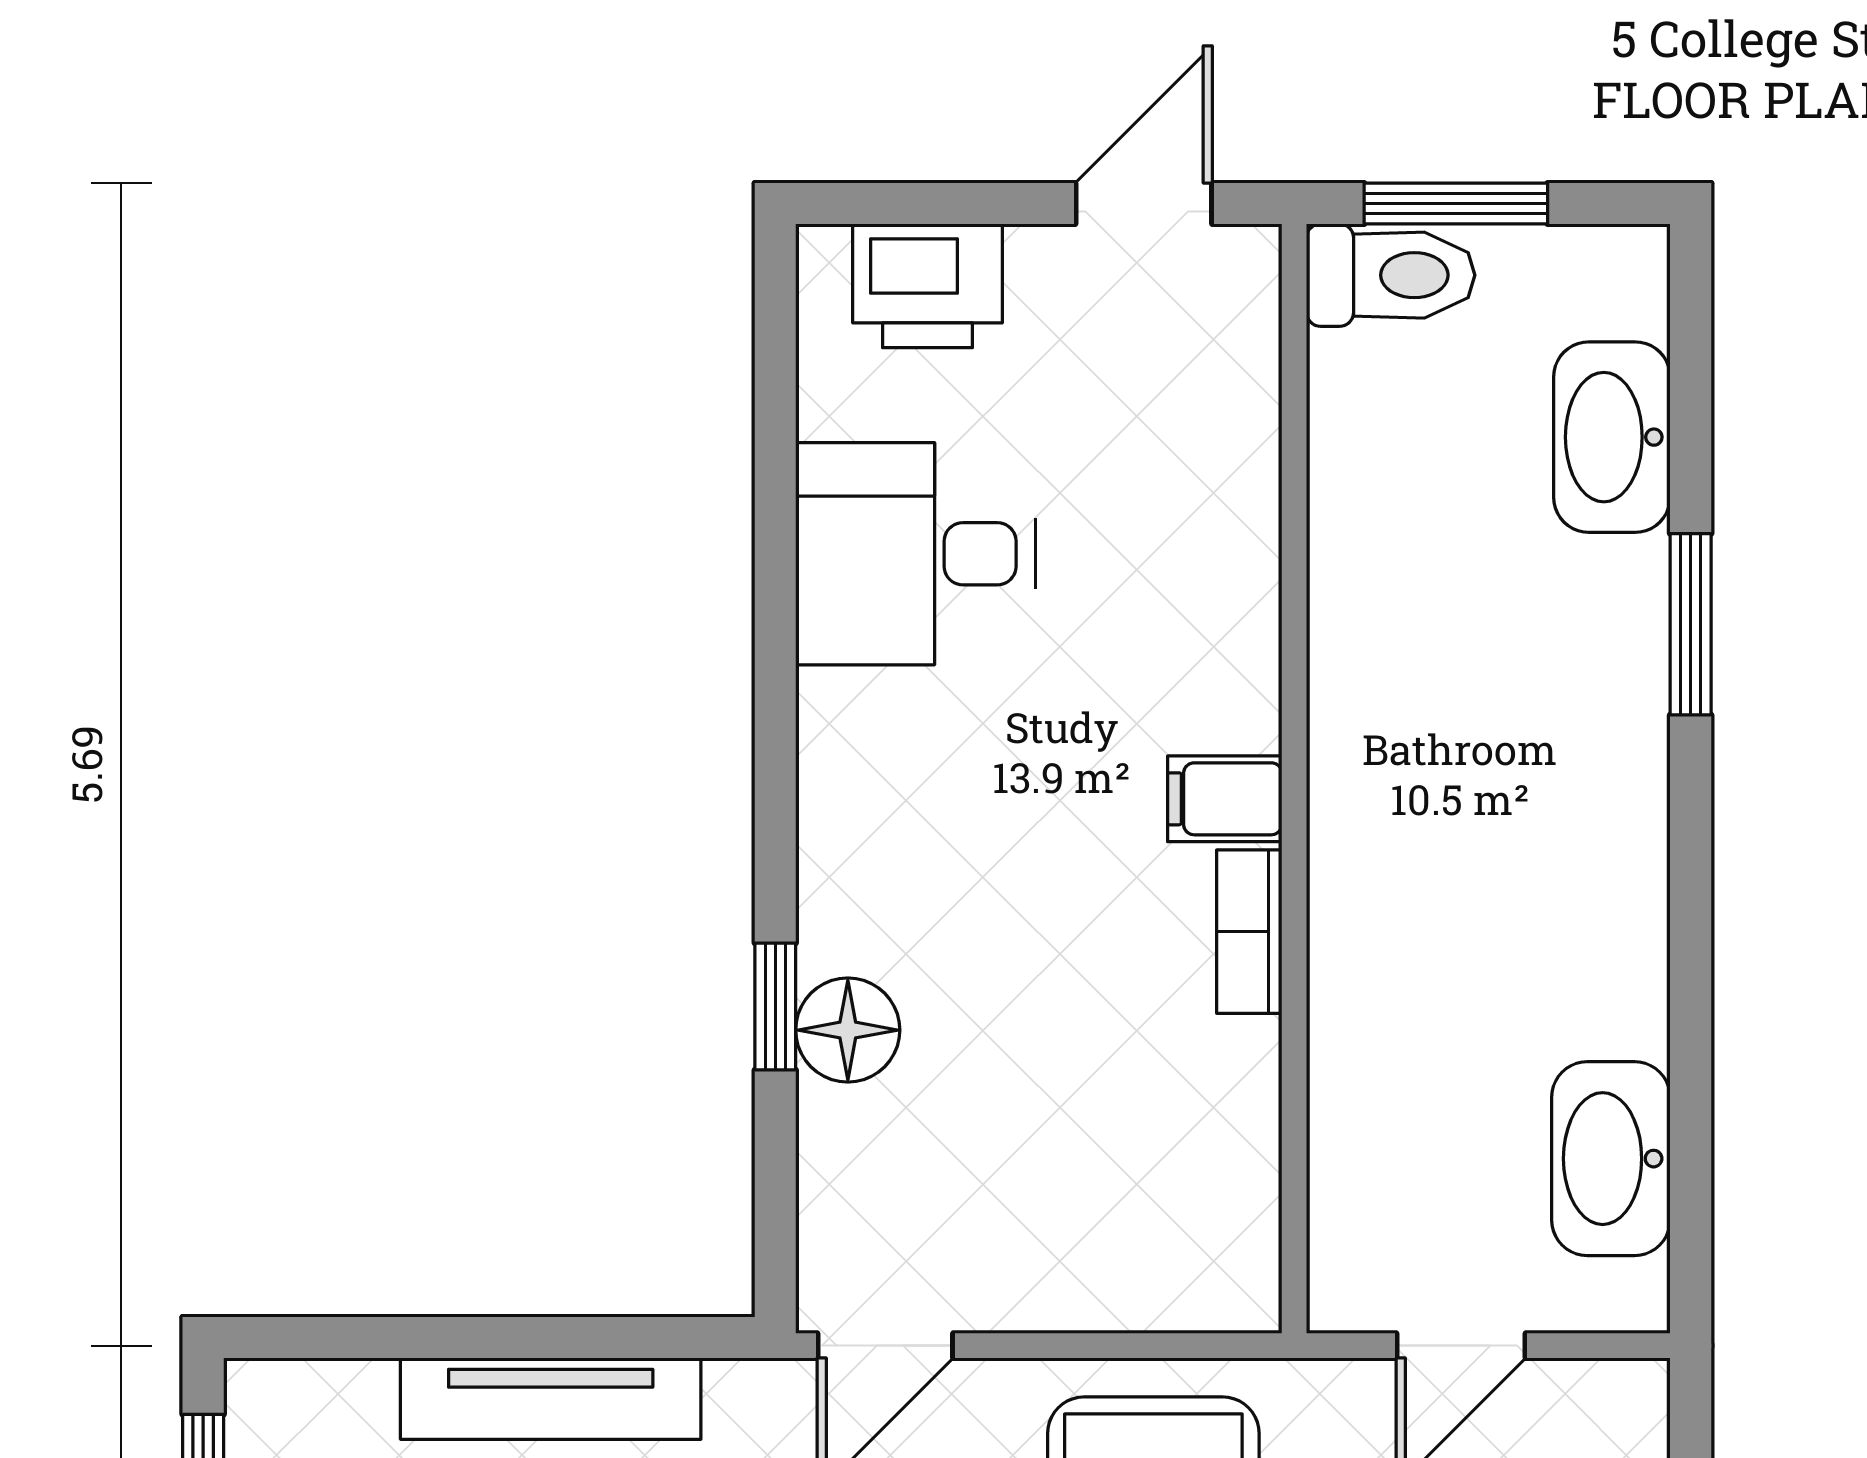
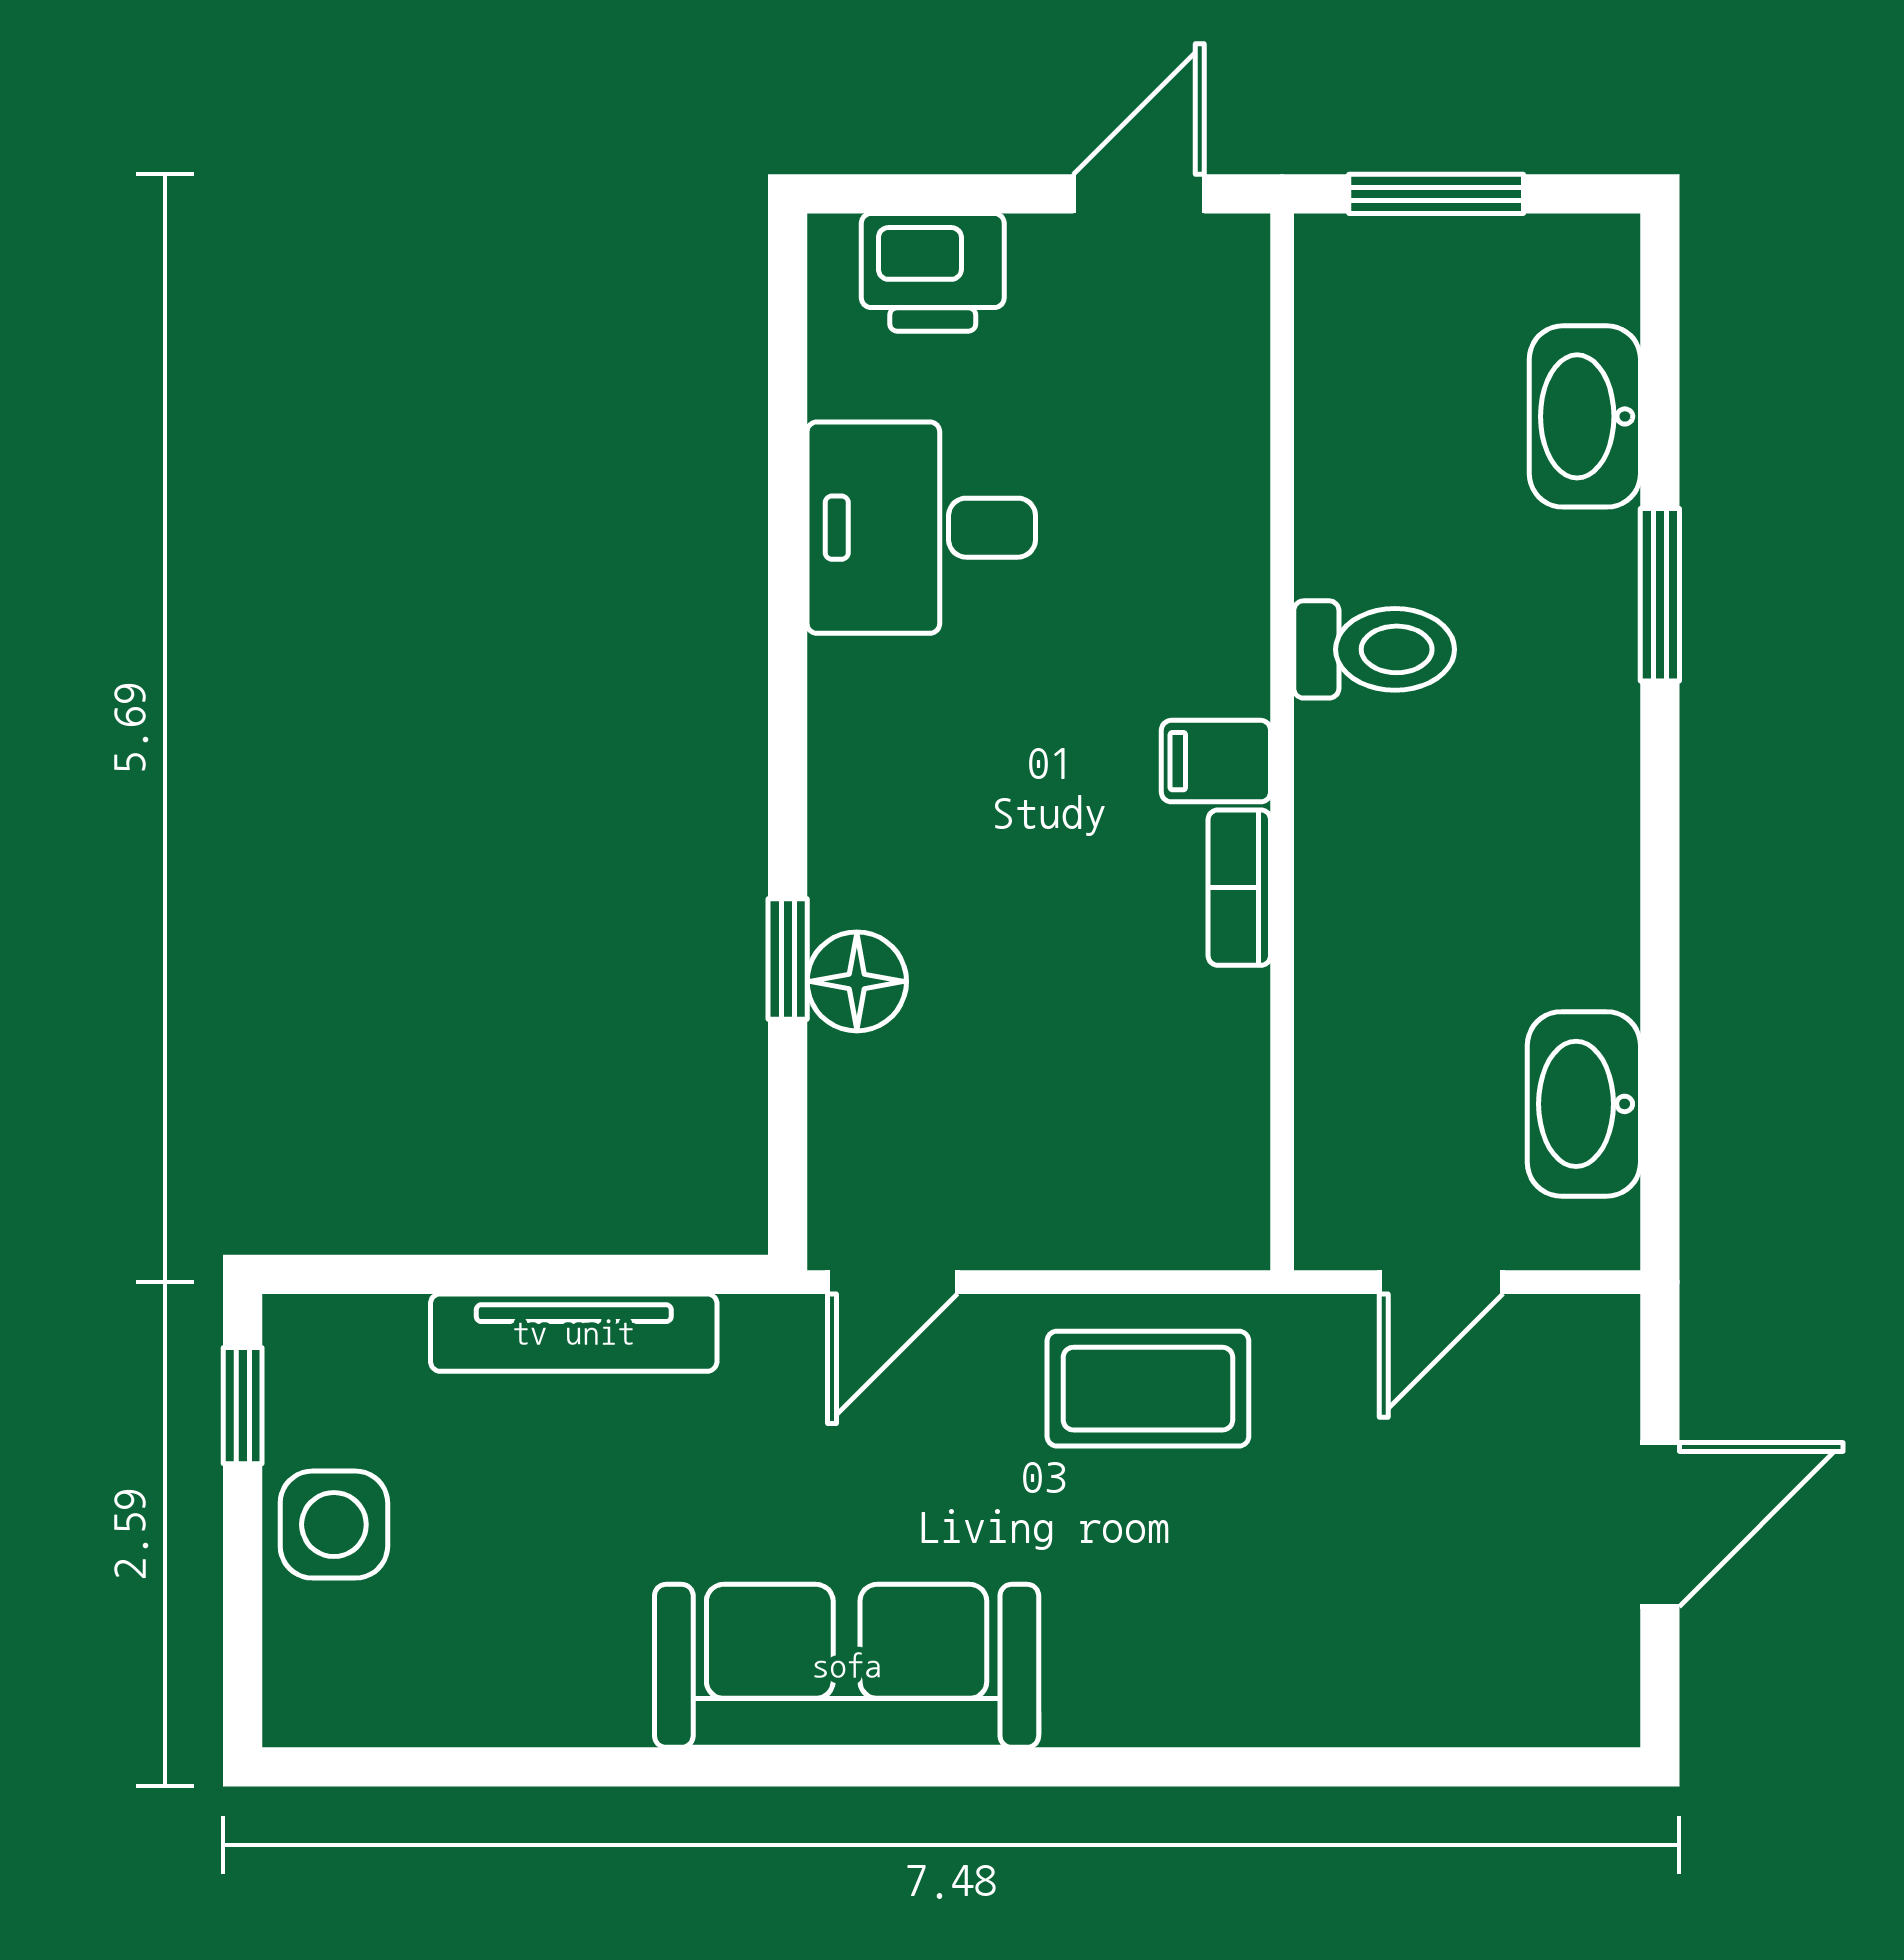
toilet: (1391, 275) -> (1374, 649), moved

